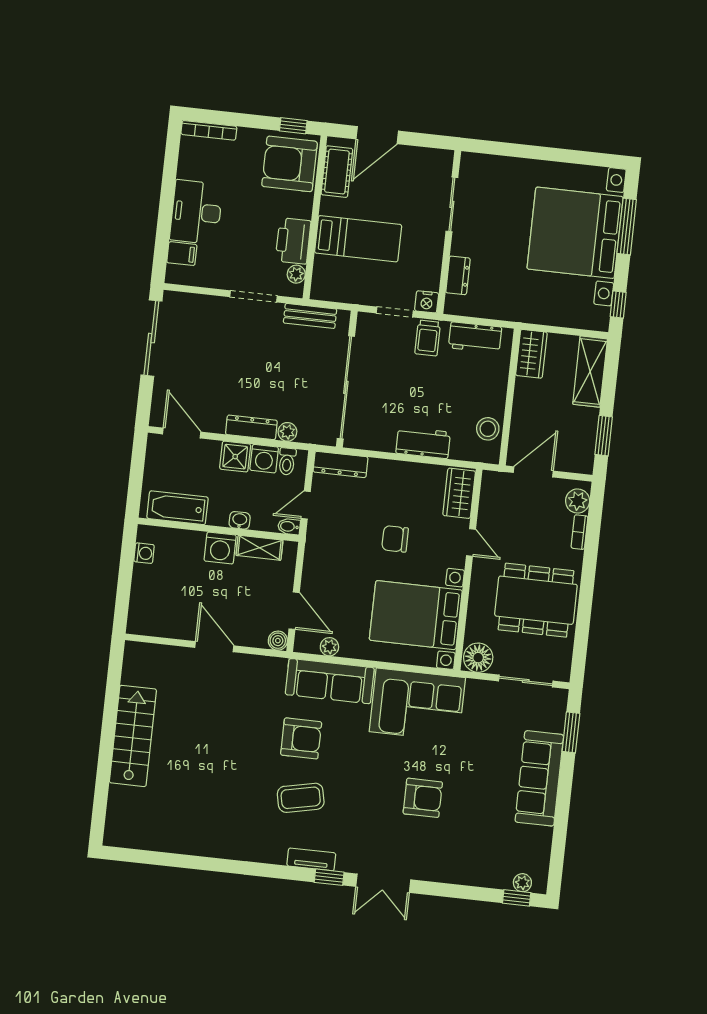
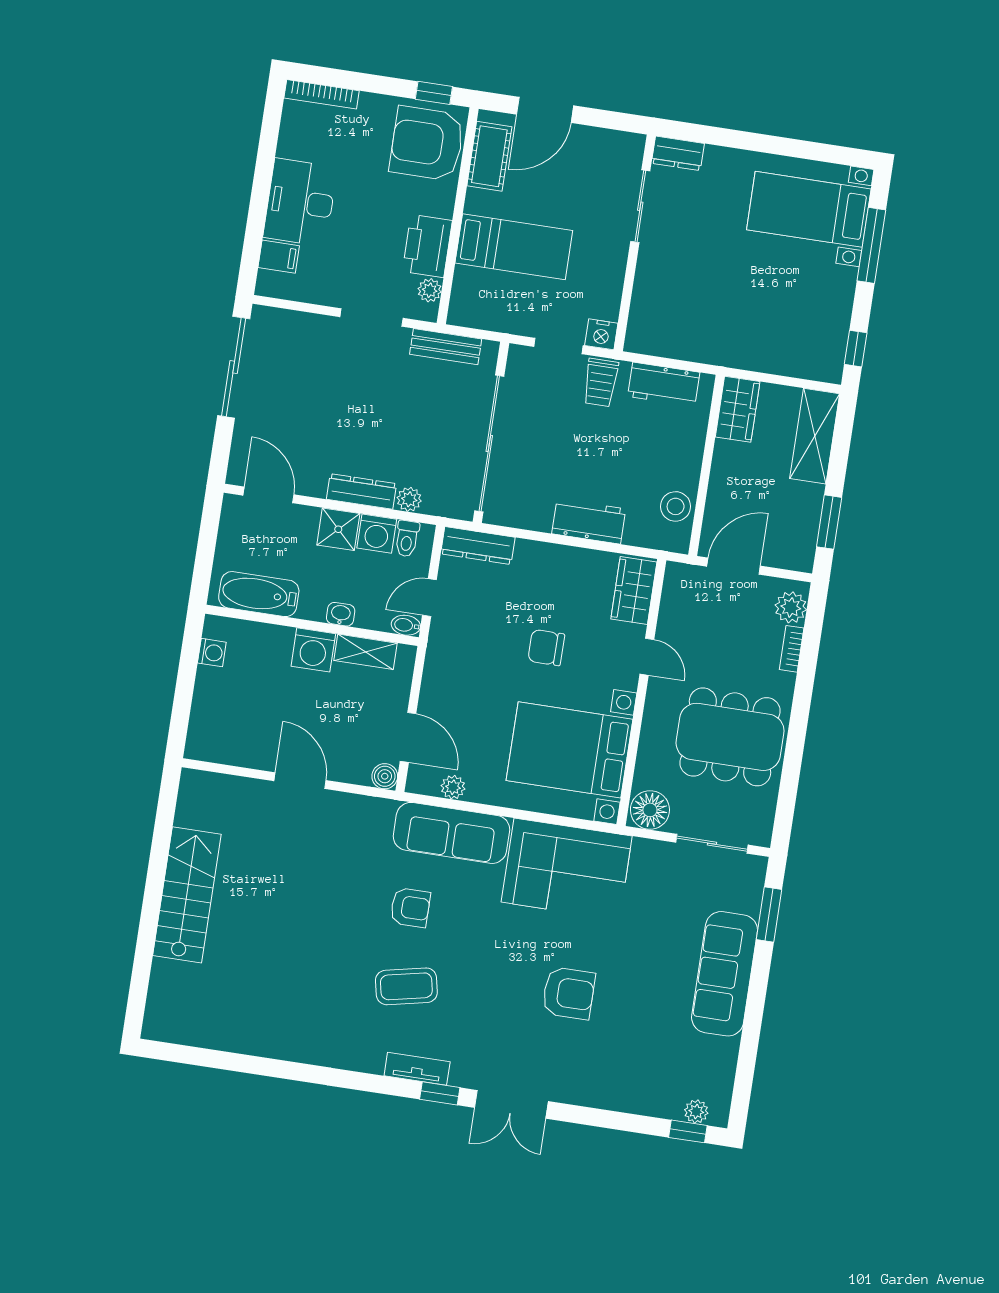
bed with nightstands: (575, 233) -> (809, 209), width x0.54
dresser: (458, 275) -> (678, 153), moved, turned 90
armchair: (301, 738) -> (410, 907), width x0.72, depth x0.72

